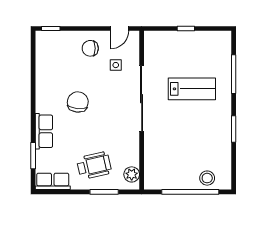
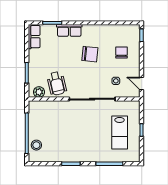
chair: (90, 48) -> (121, 52), moved
lab bench: (192, 89) -> (120, 133), moved
wheelchair: (94, 166) -> (57, 84), moved

